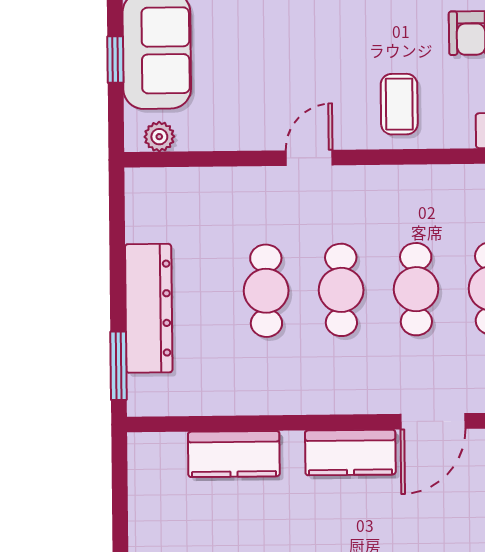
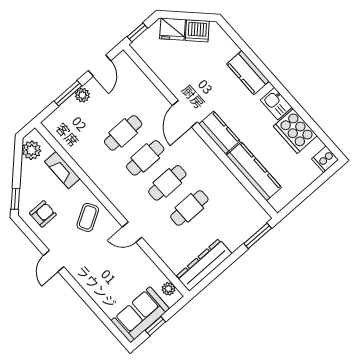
coffee table: (399, 104) -> (88, 217), turned -30
dresser: (149, 308) -> (204, 265), moved
door: (433, 421) -> (185, 114), swing flipped
kitchen counter: (234, 454) -> (254, 171), width x1.50

